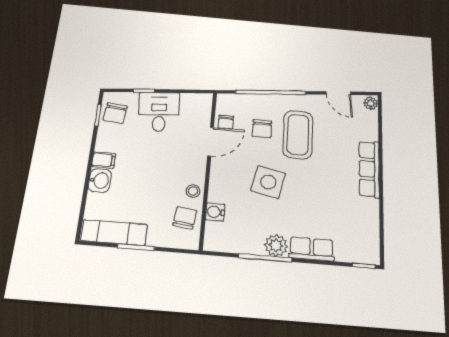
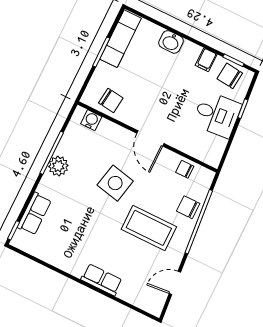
plant: (371, 103) -> (154, 308), removed
chair: (262, 129) -> (188, 207), moved
door: (211, 142) -> (150, 138), moved
filing cabinet: (104, 160) -> (206, 60), moved
row of seats: (369, 169) -> (102, 280), width x0.68
stool: (193, 191) -> (132, 116), removed
water cooler: (215, 212) -> (91, 120), moved
row of seats: (312, 249) -> (34, 214), moved

